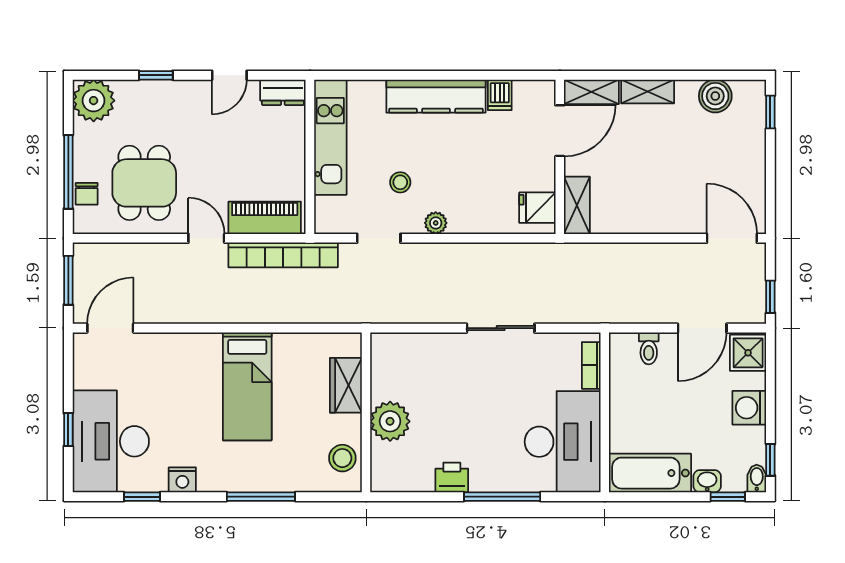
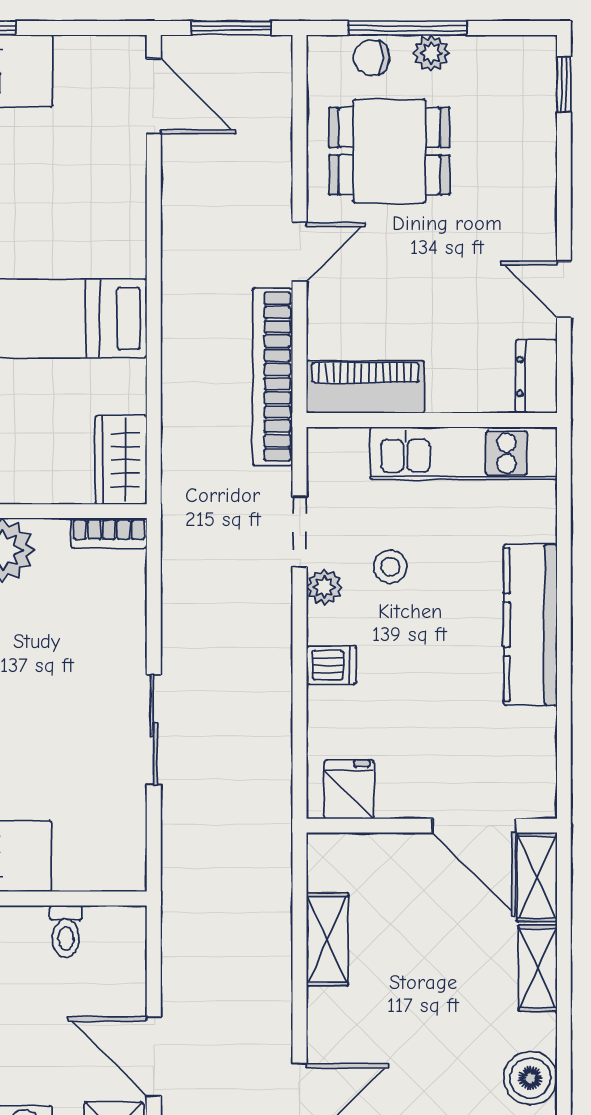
window: (156, 75) -> (564, 85), moved
dishwasher: (500, 95) -> (331, 665), moved, turned 180
plant: (94, 101) -> (431, 53), moved, width x0.53, depth x0.53
shelving: (577, 205) -> (327, 939), moved, turned 90
piano: (265, 218) -> (365, 387), moved, turned -90
plant: (436, 223) -> (324, 587), moved
toilet: (649, 348) -> (66, 931), moved, turned -90
bookcase: (591, 365) -> (109, 533), moved, turned 180
wardrobe: (346, 385) -> (121, 460), moved, turned -90

